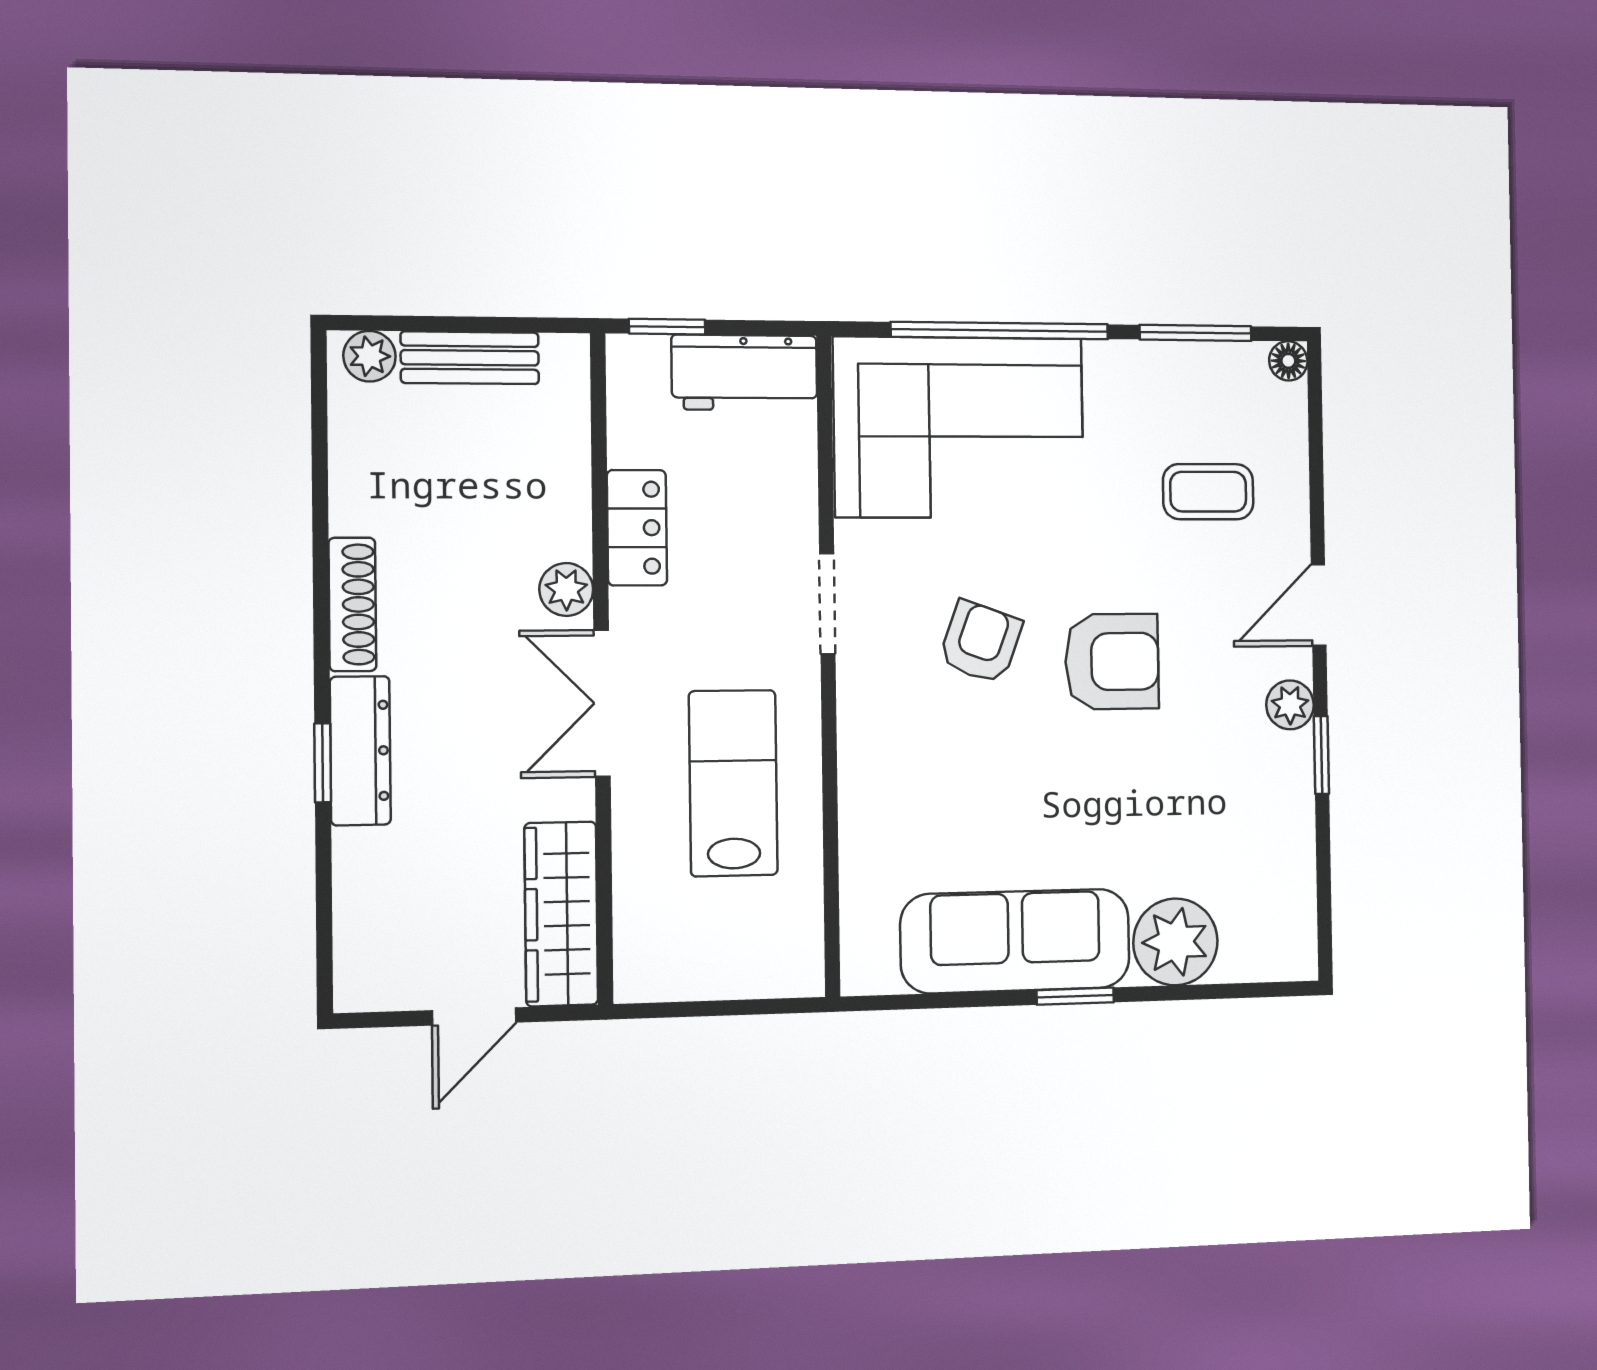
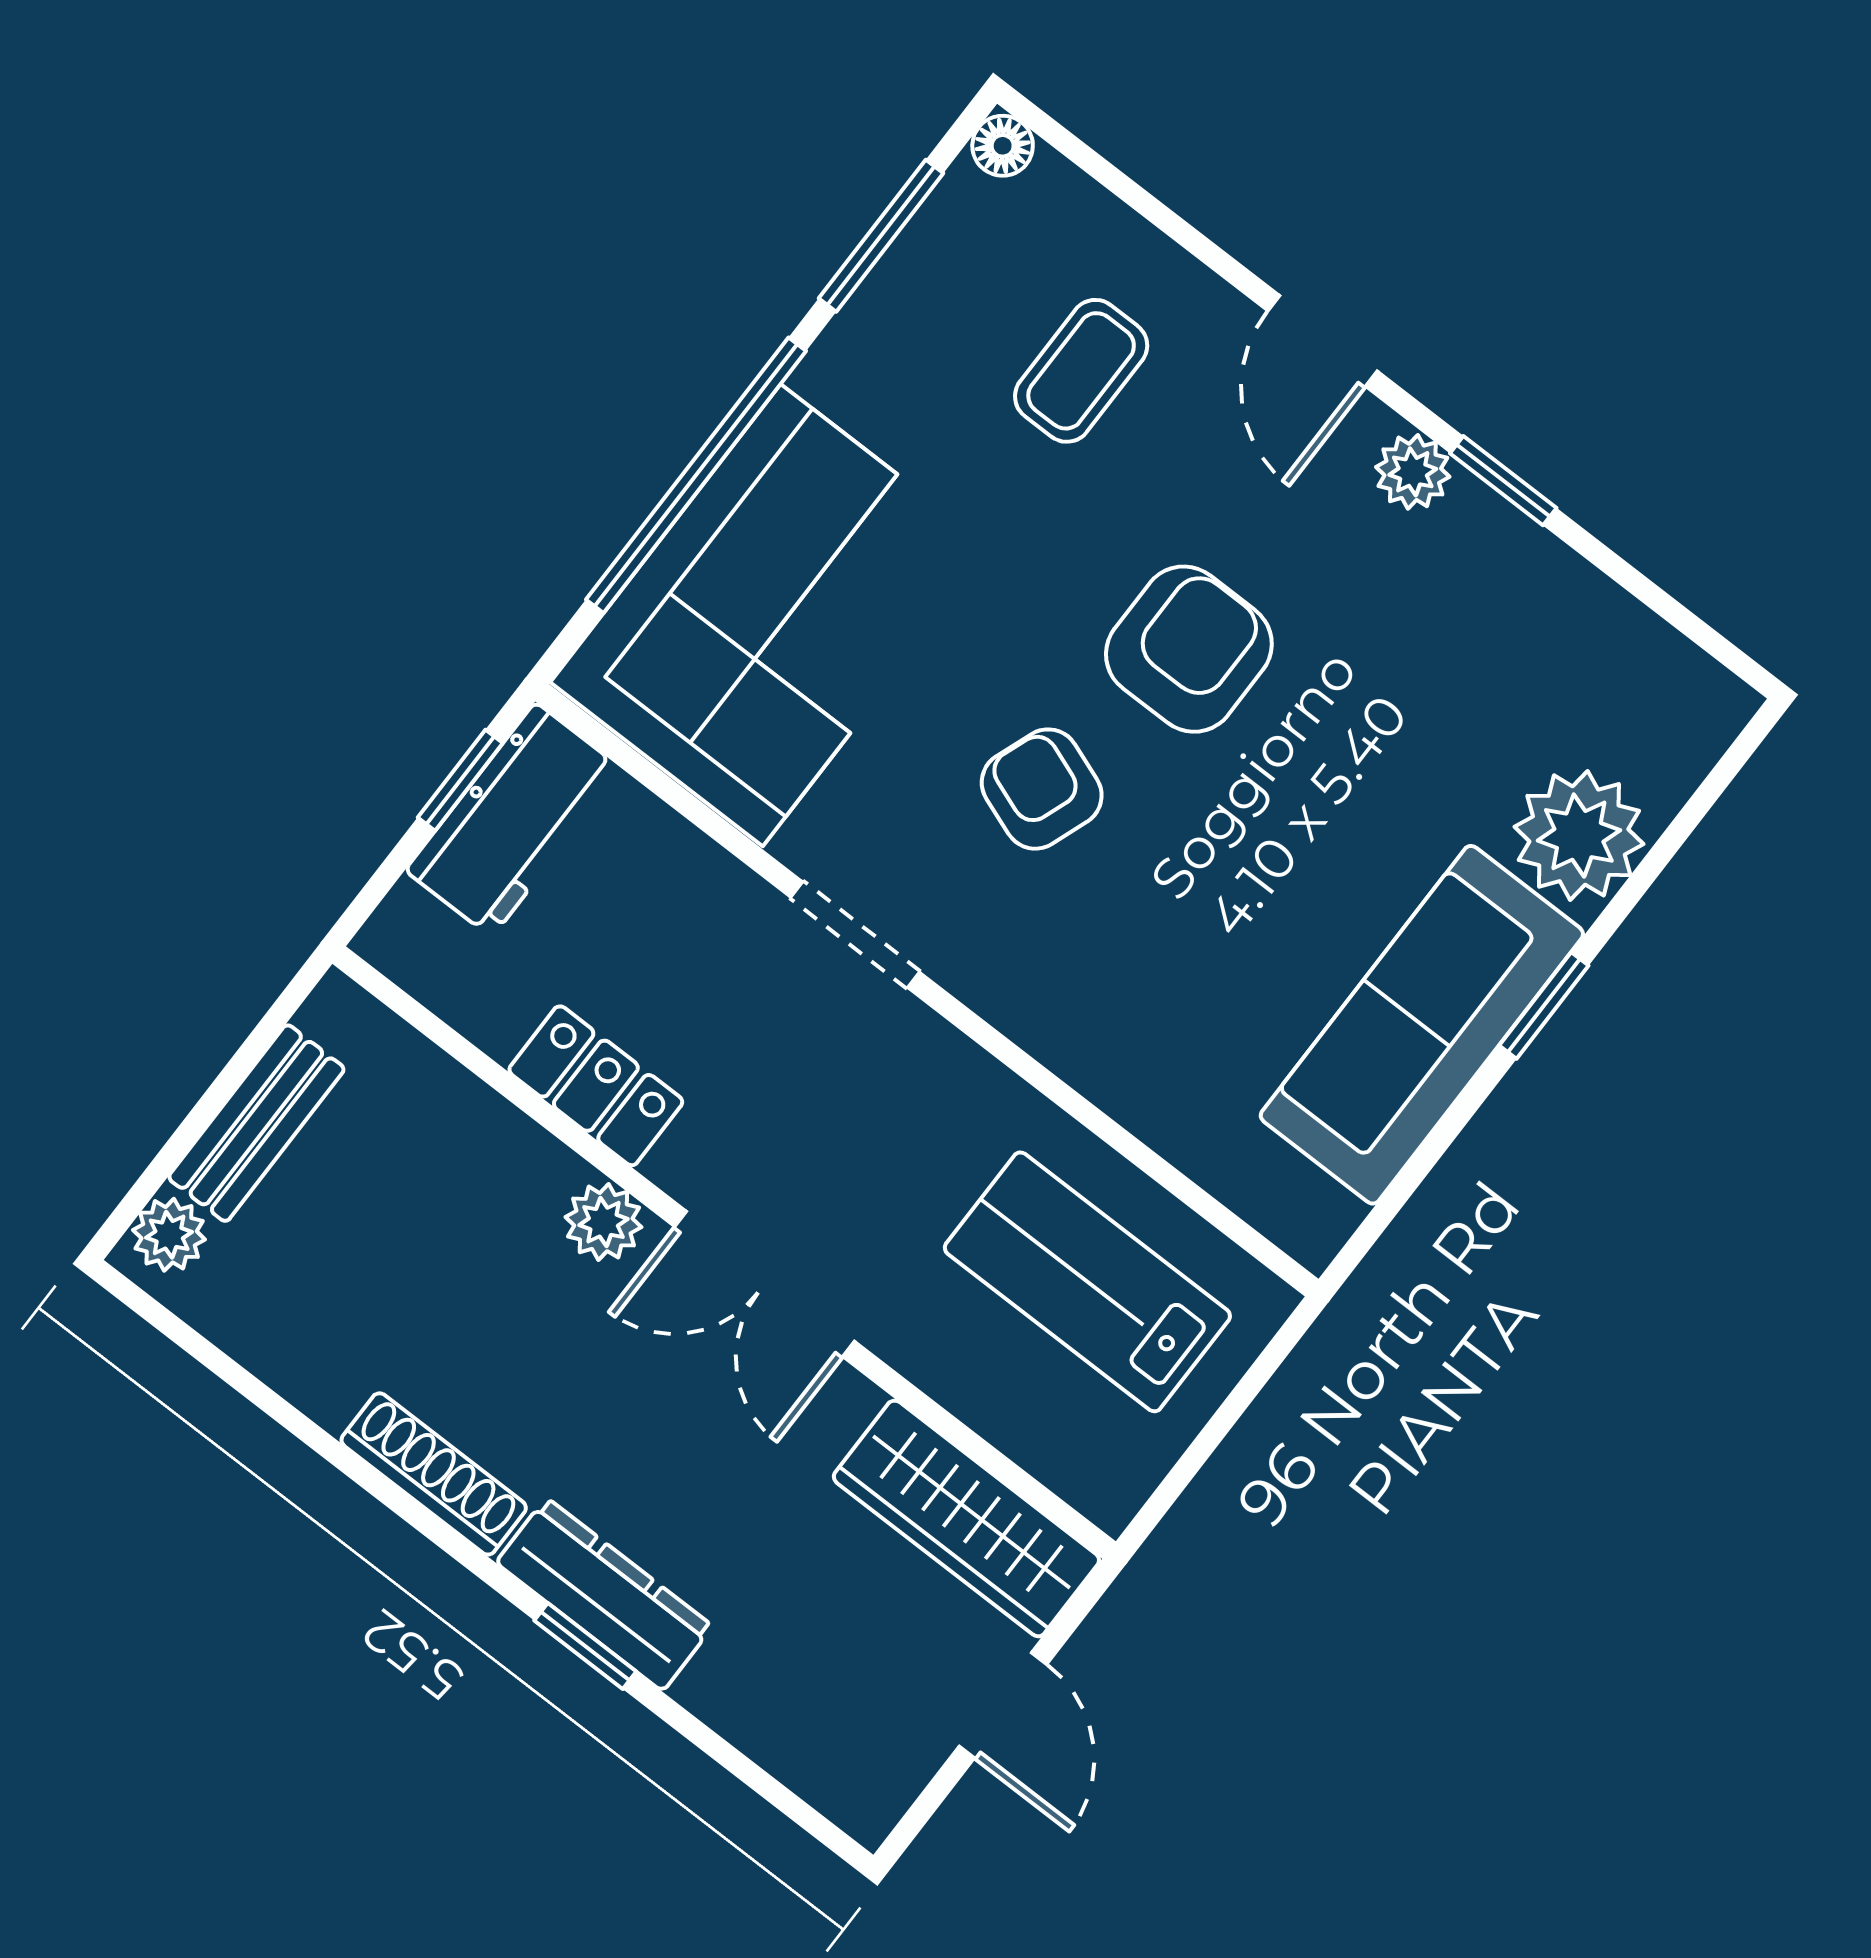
window: (667, 327) -> (460, 780), moved
lab bench: (733, 783) -> (1087, 1282), moved

